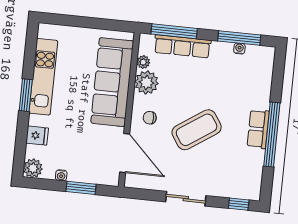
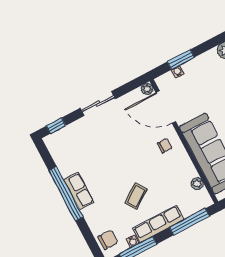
row of seats: (182, 46) -> (158, 224), moved
chair: (261, 65) -> (108, 240), added
plant: (147, 82) -> (147, 89), moved, width x0.53, depth x0.53
coffee table: (197, 130) -> (136, 196), moved, width x0.54, depth x0.58
water cooler: (61, 175) -> (178, 72), moved

